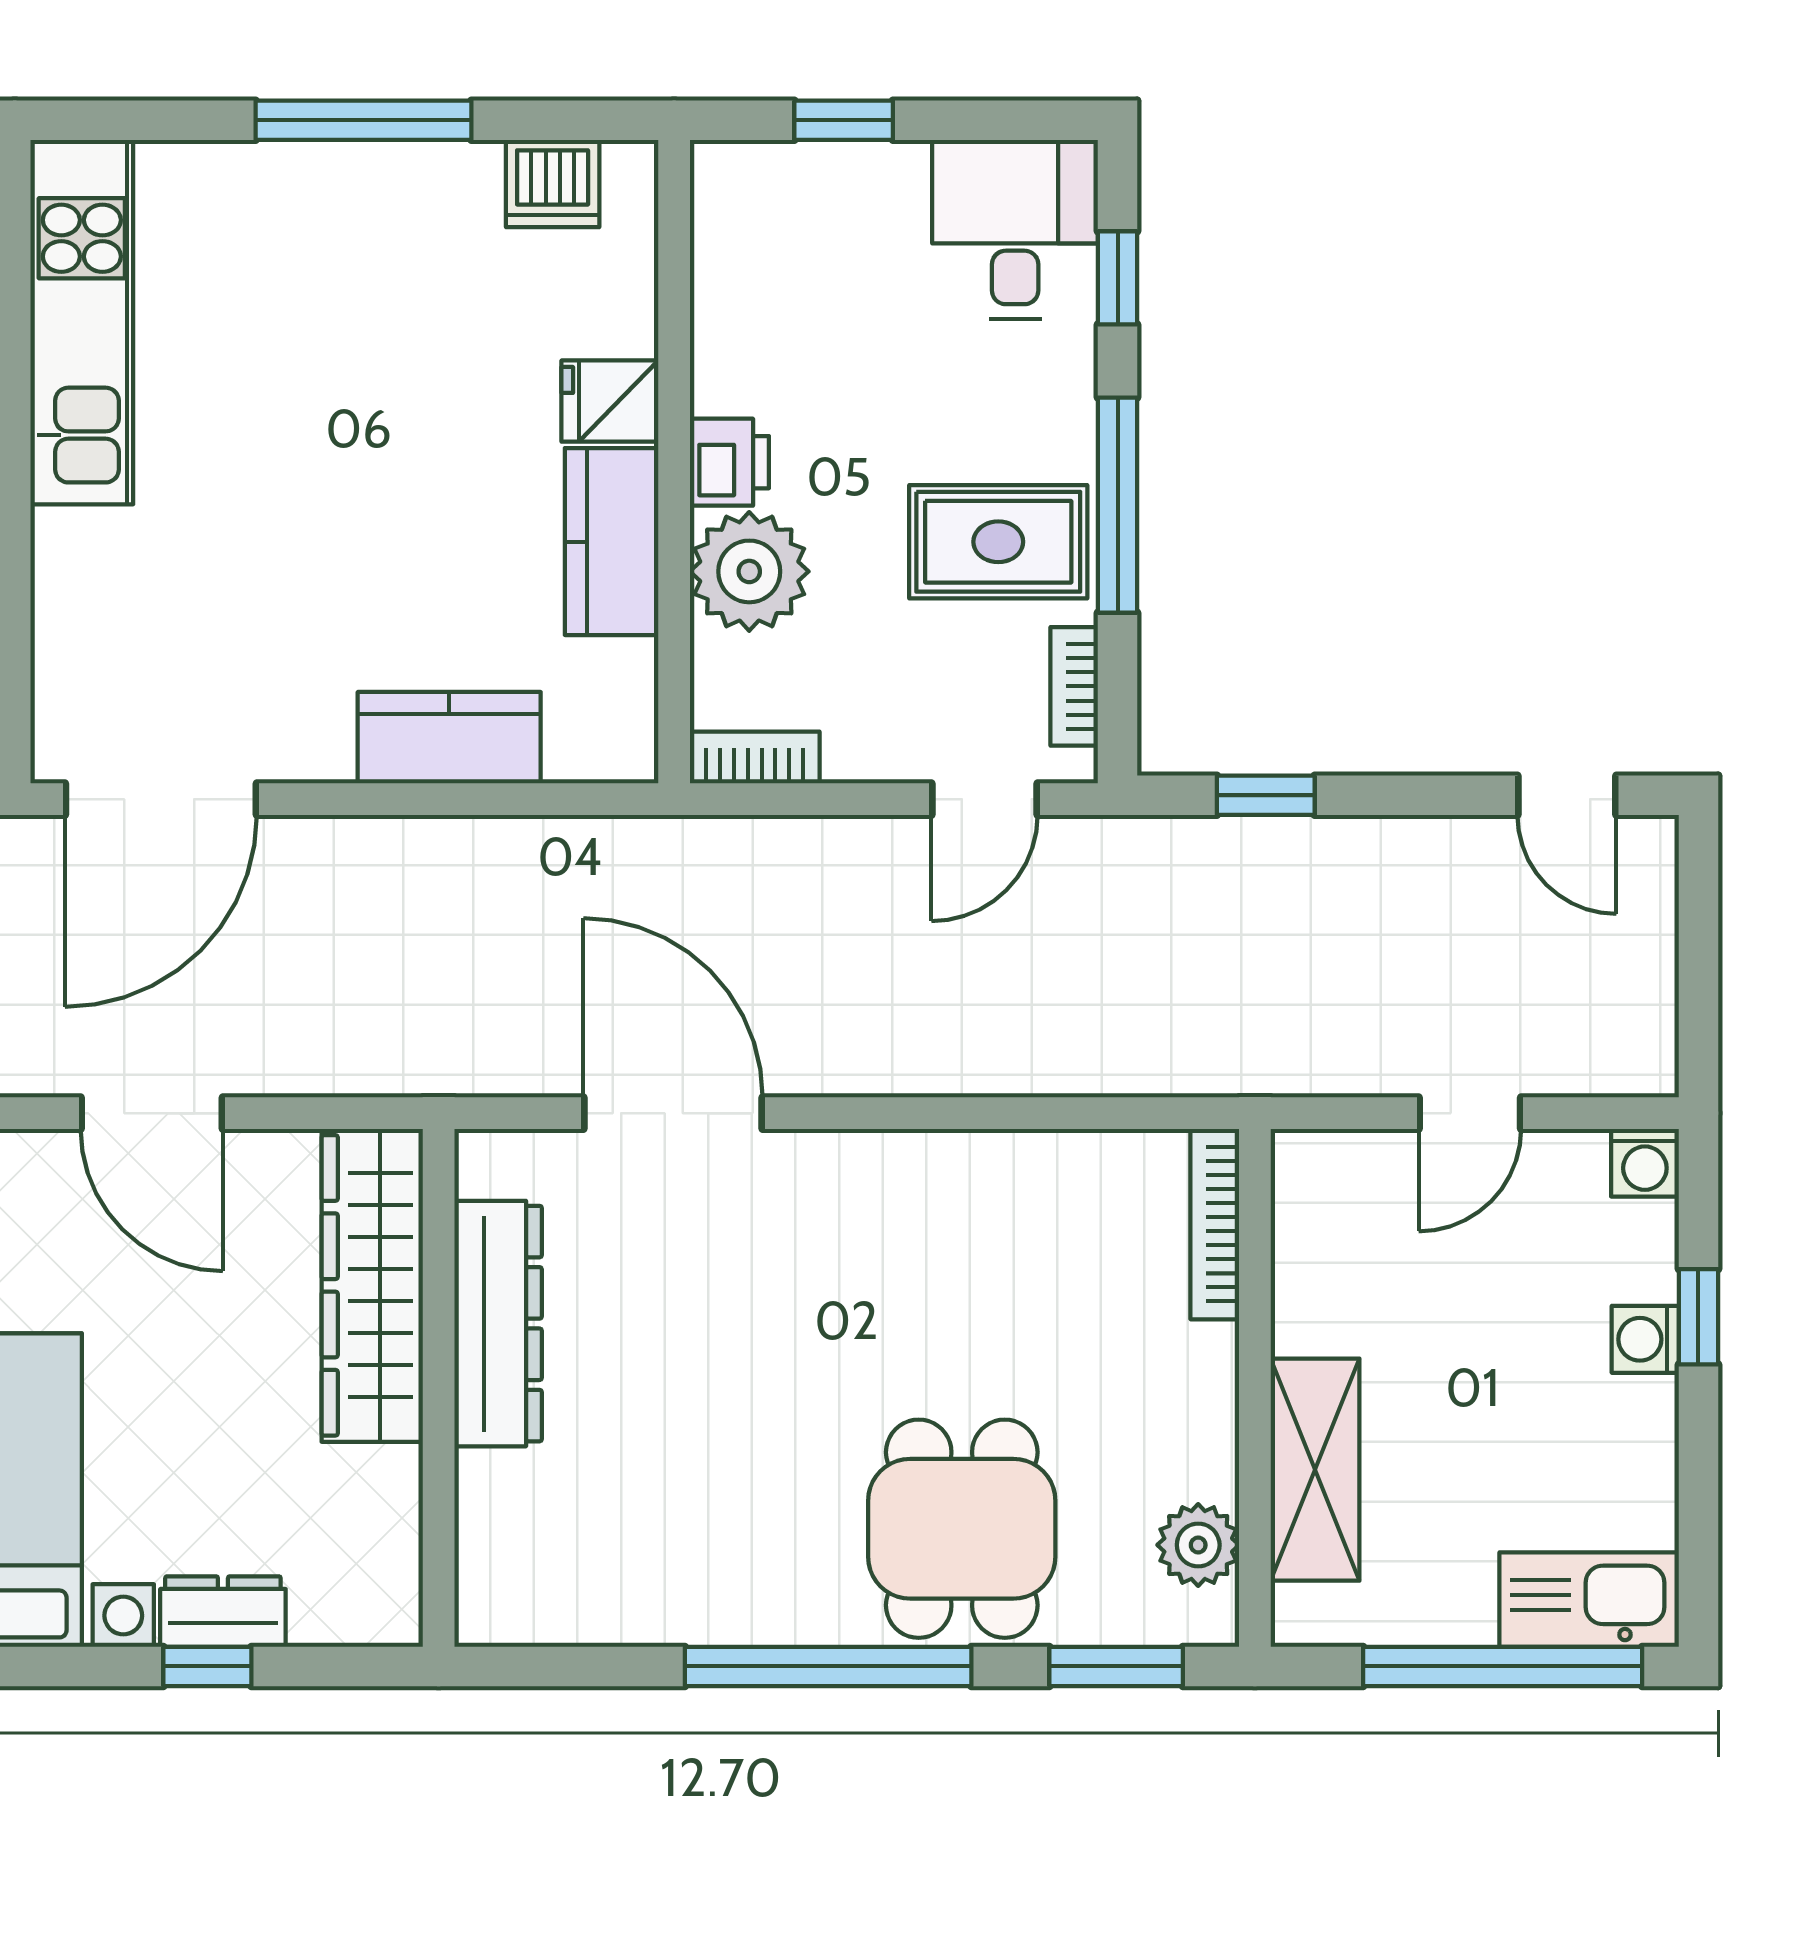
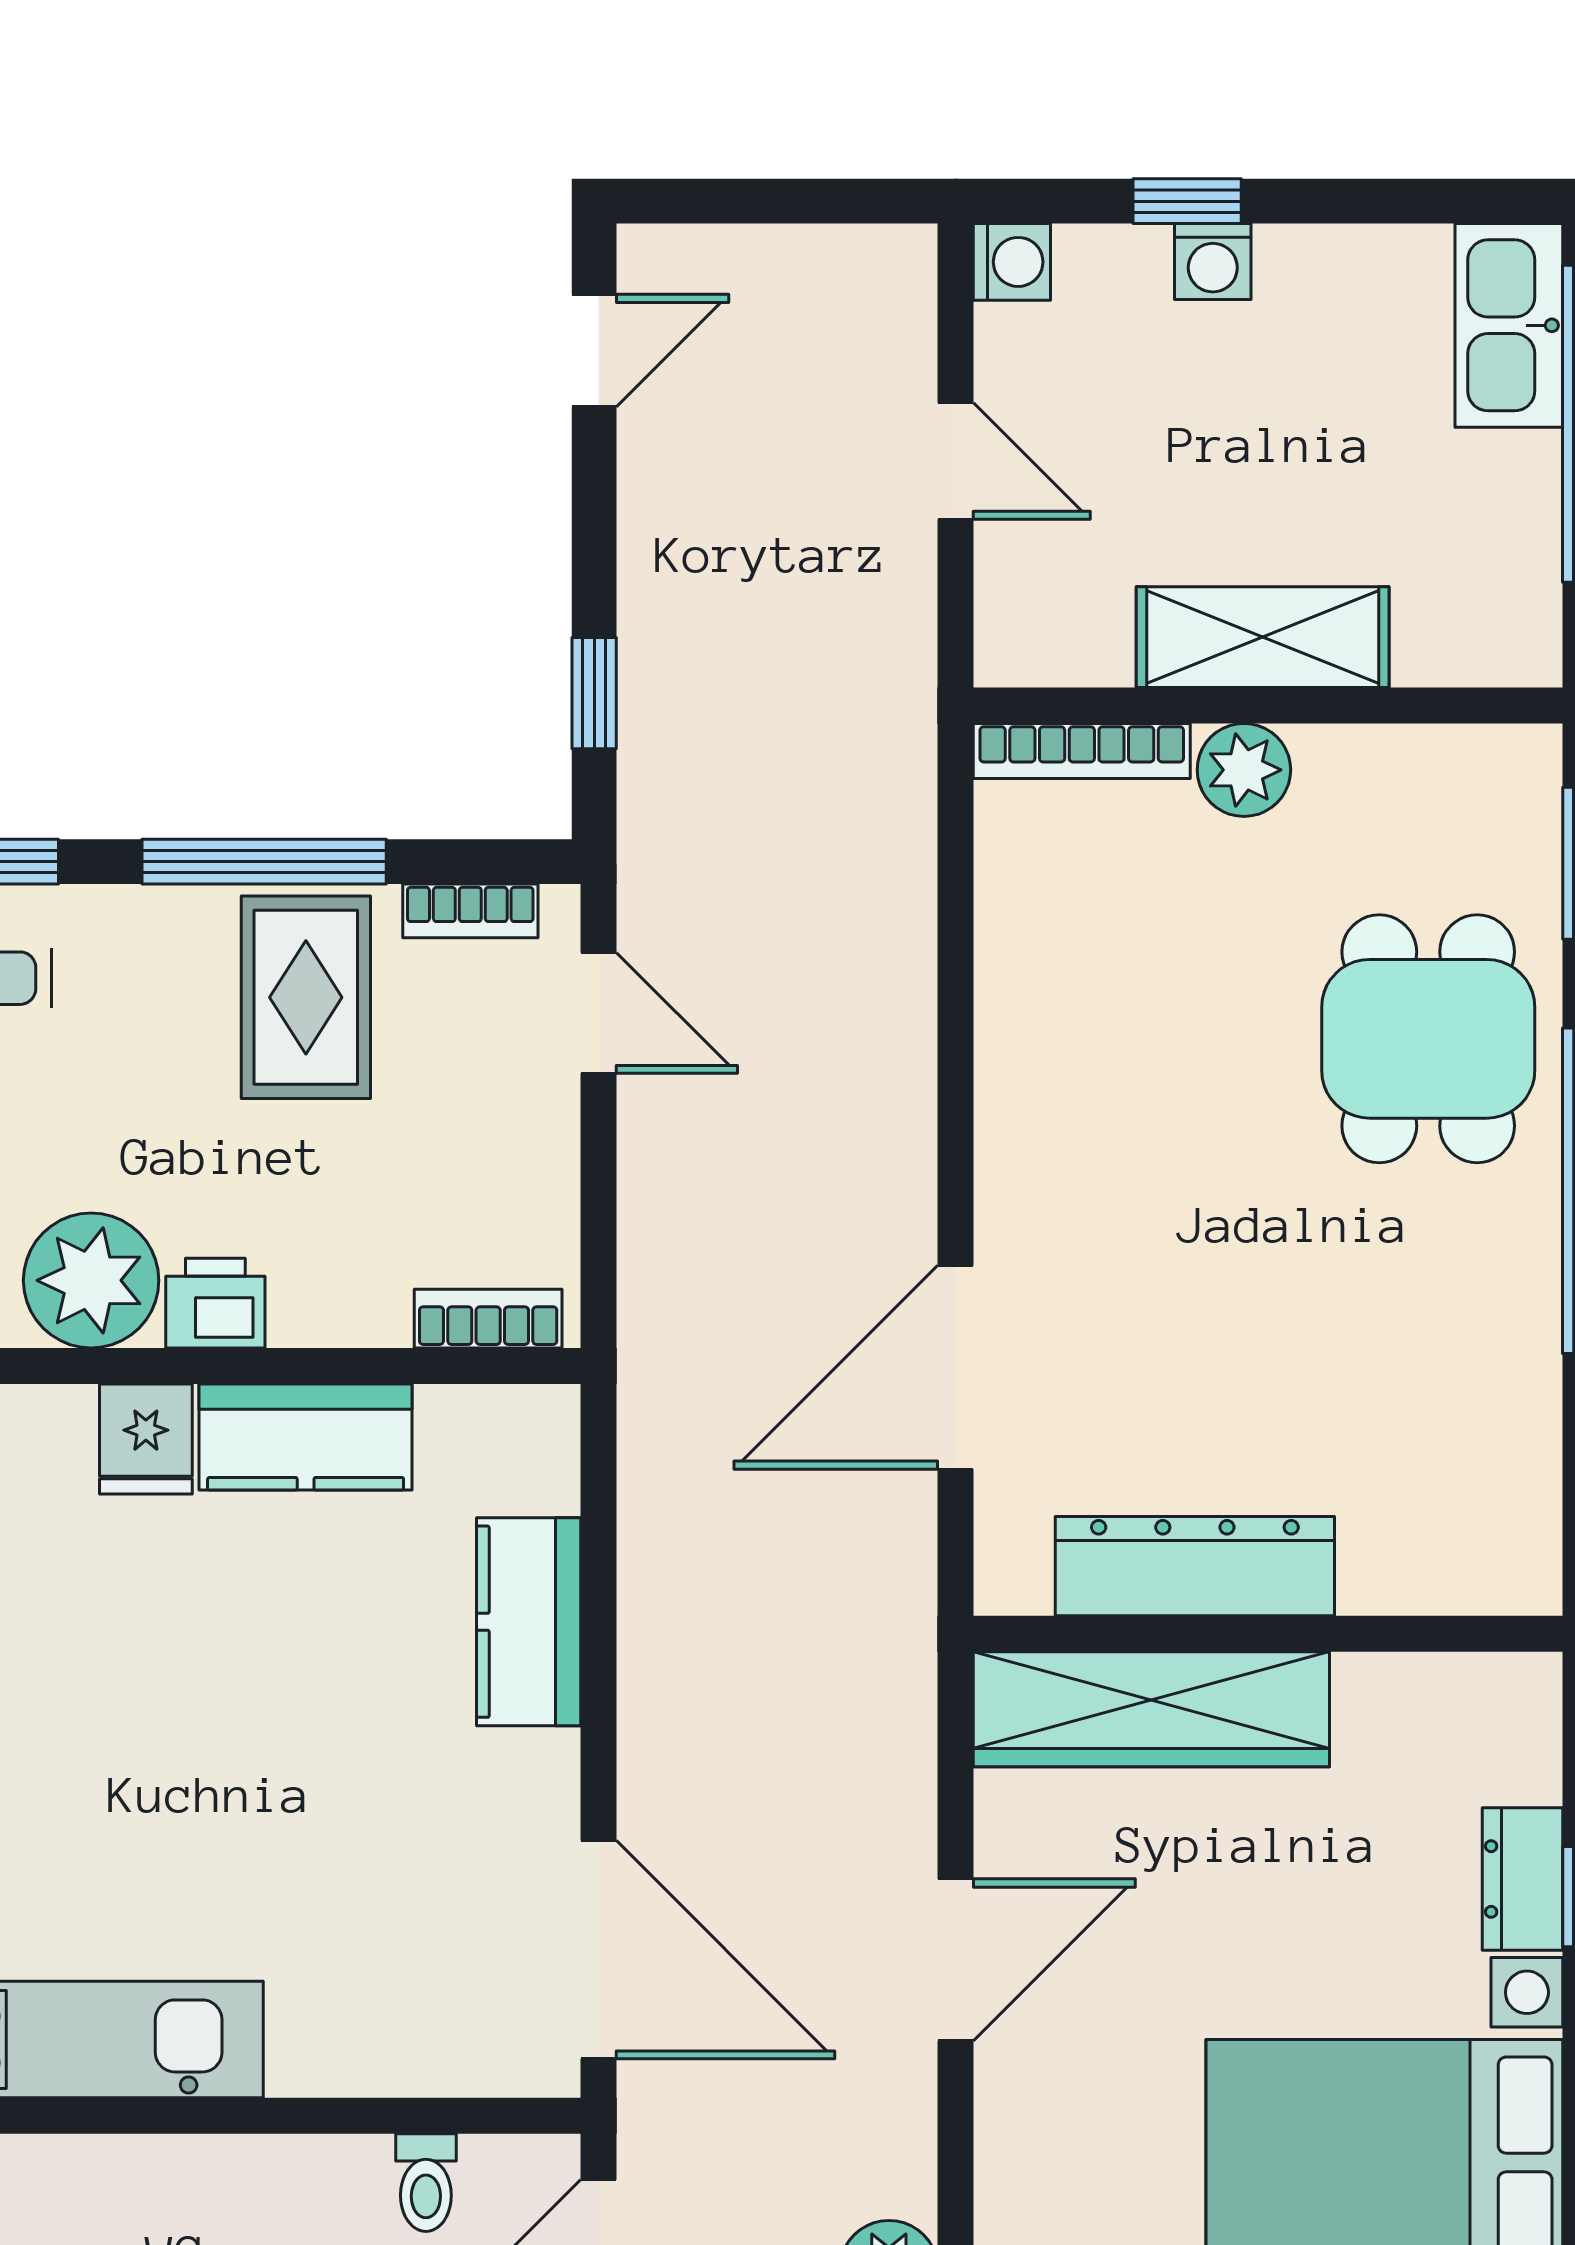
plant: (749, 571) -> (91, 1280), moved
bookcase: (755, 758) -> (488, 1319), moved, turned 90
shelving: (1315, 1470) -> (1263, 637), moved
dining table: (962, 1529) -> (1428, 1039), turned 90
plant: (1198, 1545) -> (1244, 770), moved

